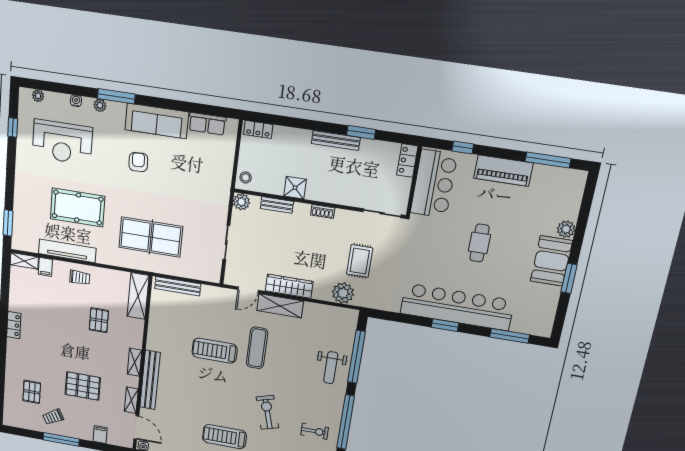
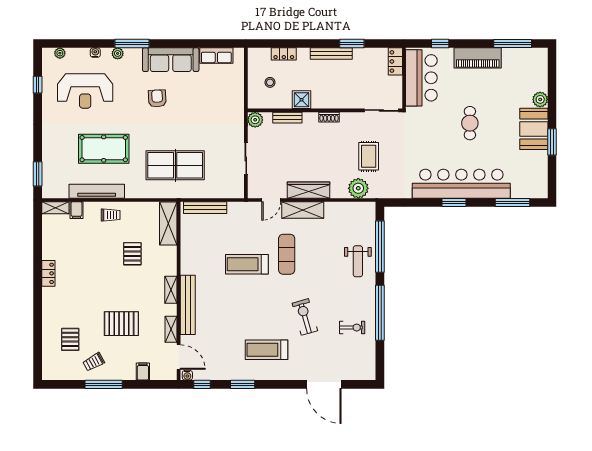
locker: (258, 129) -> (284, 54), moved
stool: (246, 177) -> (270, 82), moved

